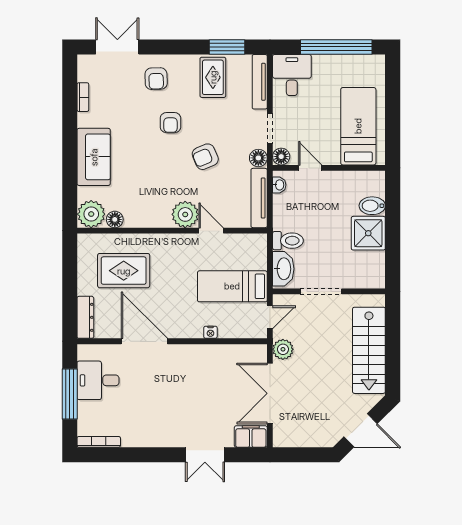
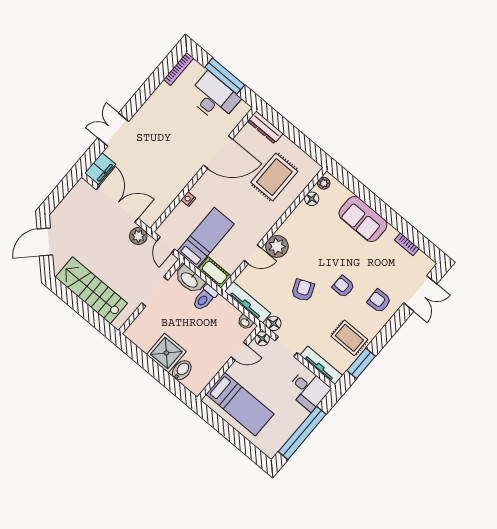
plant: (91, 214) -> (324, 183), width x0.53, depth x0.53
cot: (257, 251) -> (215, 273), added
desk: (98, 380) -> (214, 98), width x1.37

